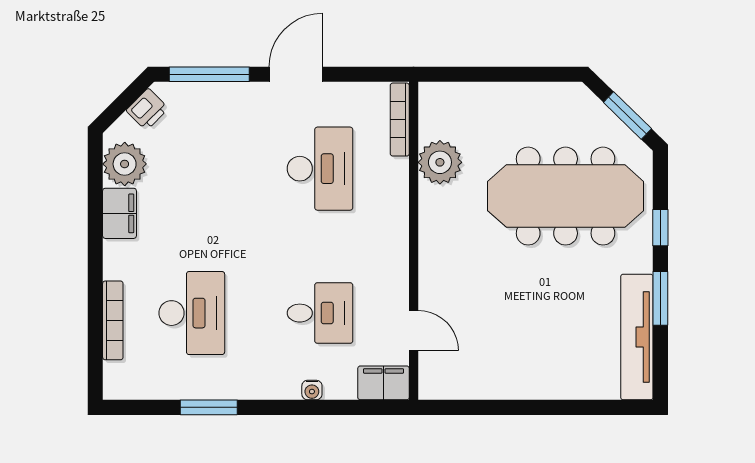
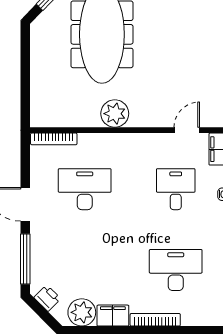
plant: (440, 162) -> (115, 114), moved
bookcase: (113, 320) -> (155, 320), moved

